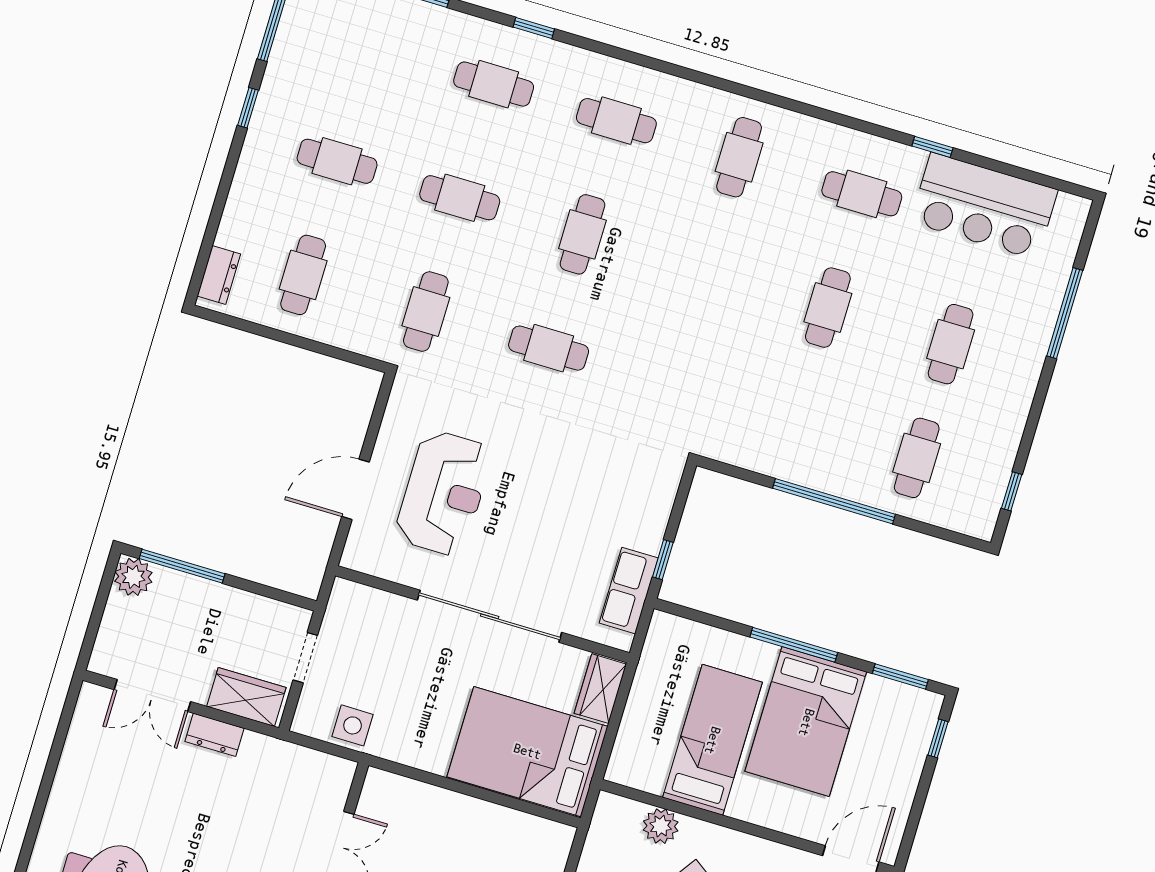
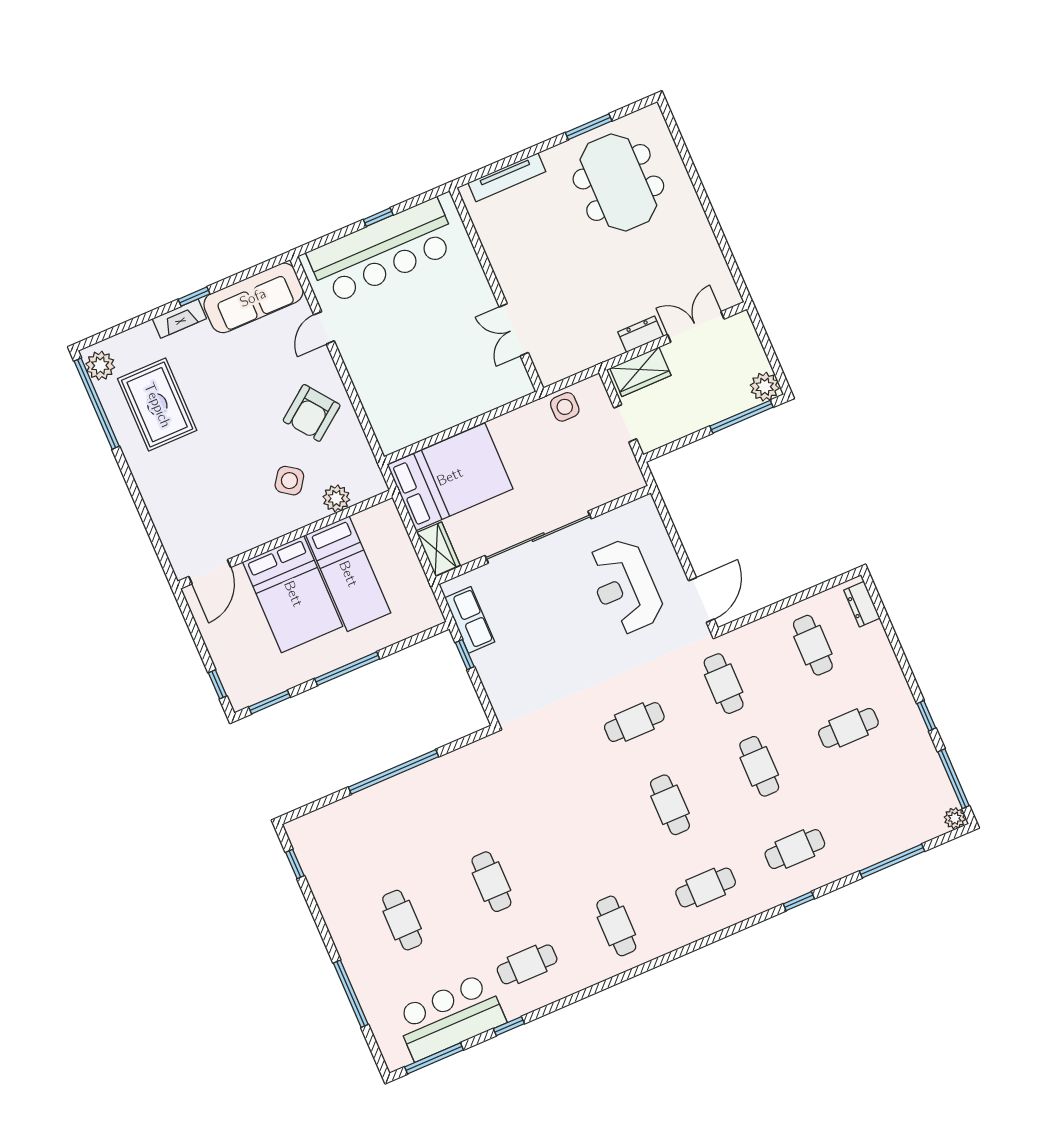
window: (1035, 178) -> (434, 1058), added
cafe table: (460, 198) -> (759, 766), turned 90
cafe table: (917, 458) -> (367, 837), removed
door: (355, 489) -> (701, 600), moved
bed: (806, 722) -> (293, 594), moved, turned 180

